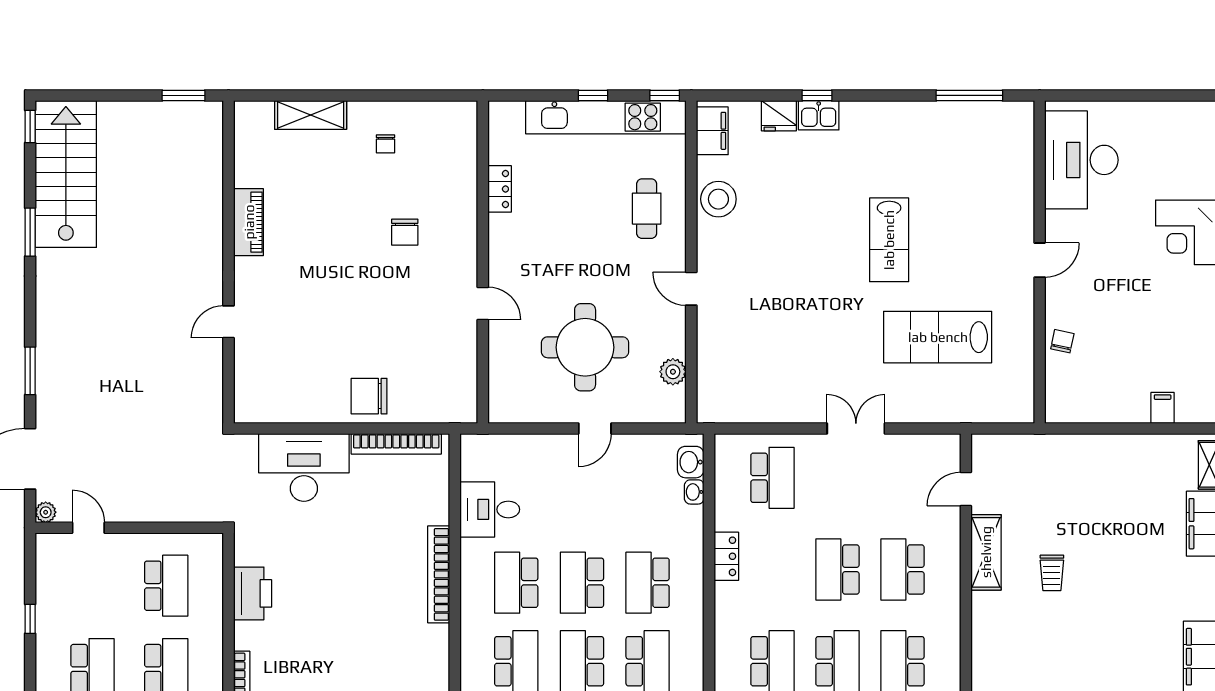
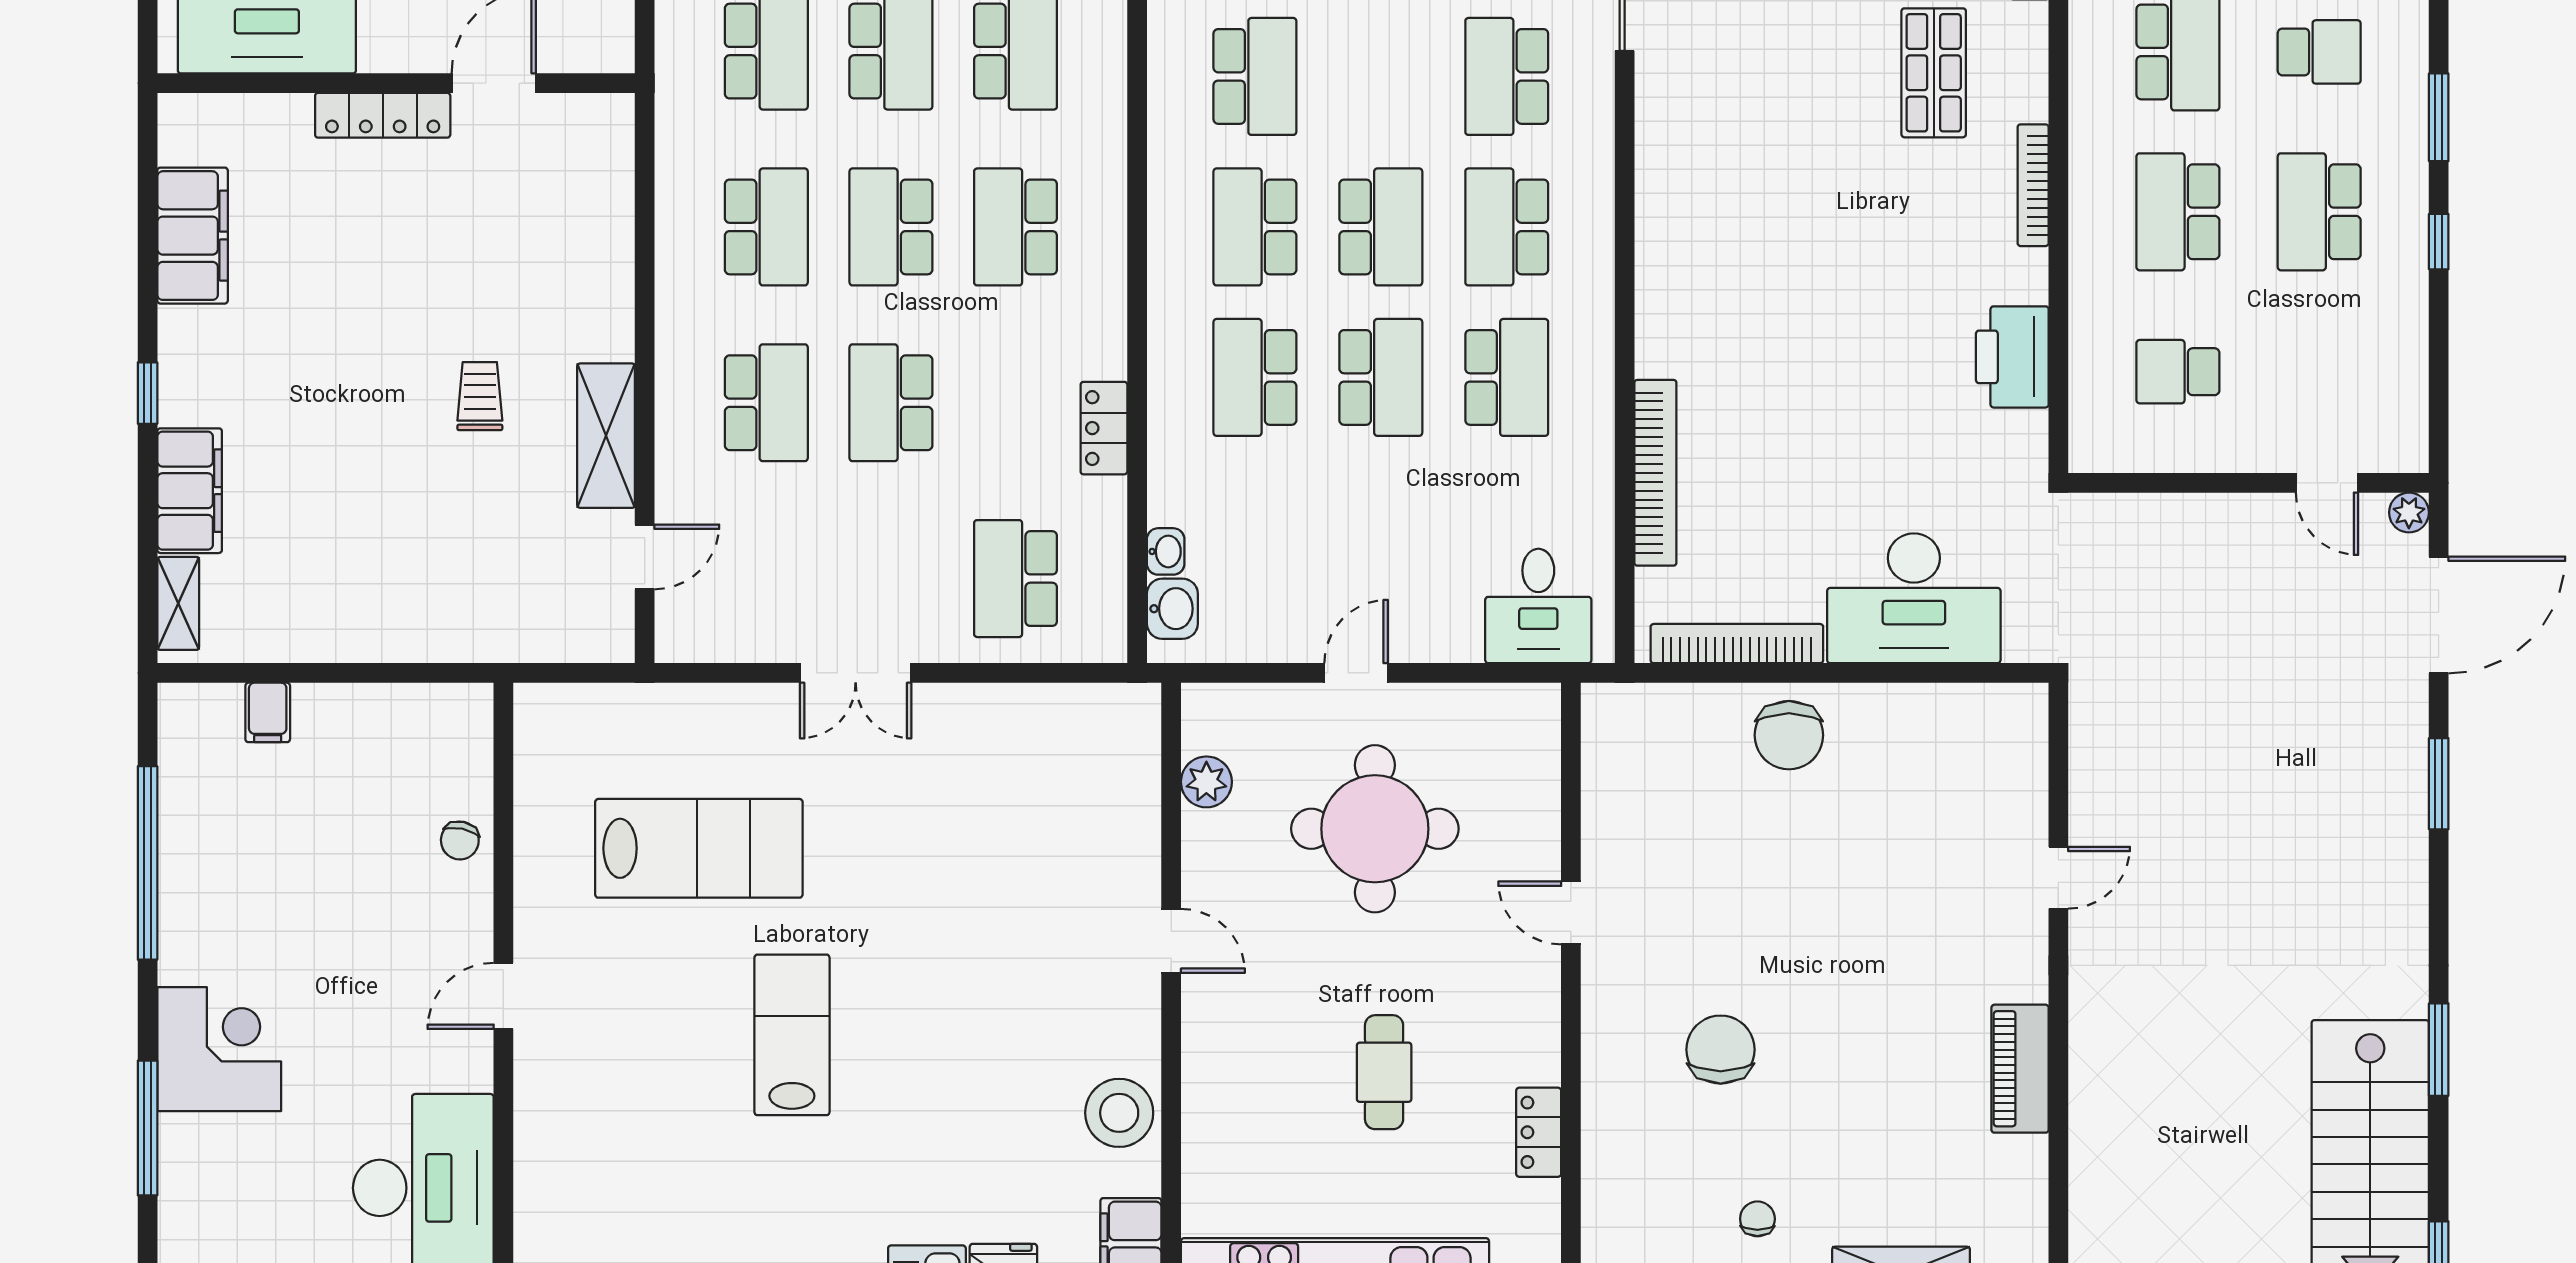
cafe table: (647, 209) -> (1384, 1072), moved
chair: (405, 232) -> (1721, 1050), width x1.37, depth x1.37
chair: (369, 396) -> (1789, 735), turned 90
desk: (490, 509) -> (1538, 606), moved, turned 90
school desk: (837, 570) -> (891, 403), turned 180
bookcase: (439, 574) -> (1655, 473), moved
school desk: (648, 583) -> (1255, 377), turned 180
school desk: (166, 586) -> (2178, 372), width x0.54
window: (30, 619) -> (2439, 242), moved

